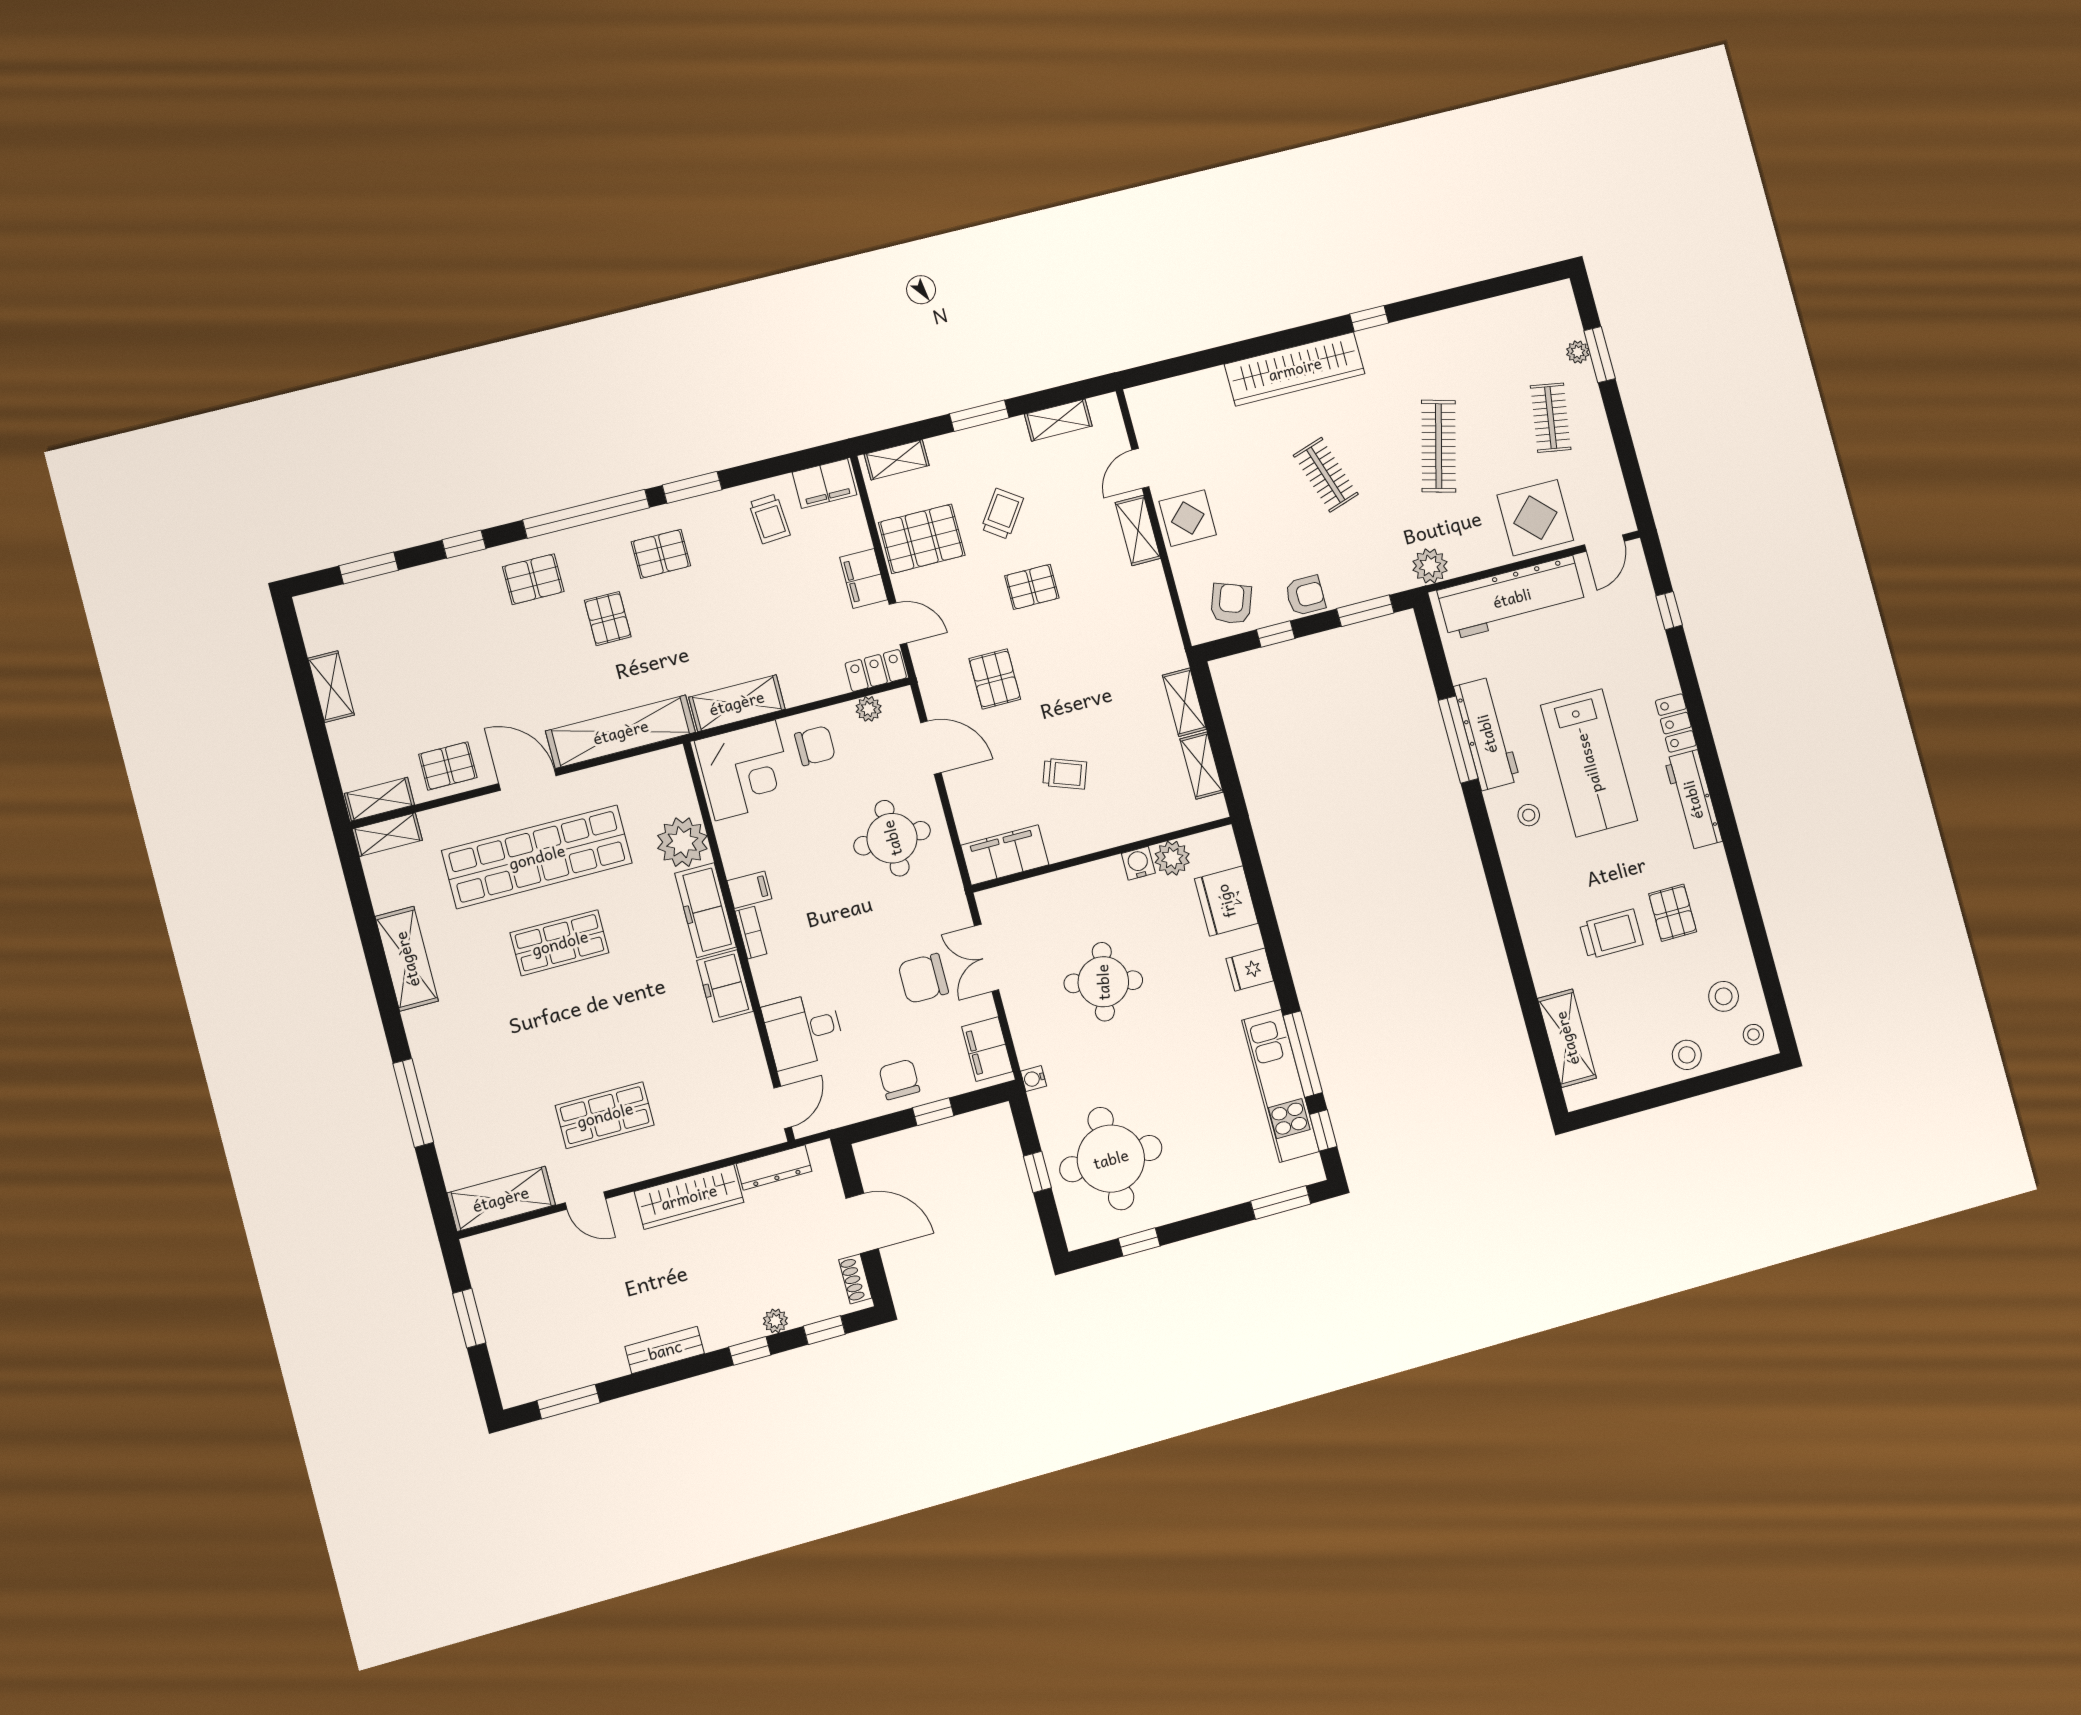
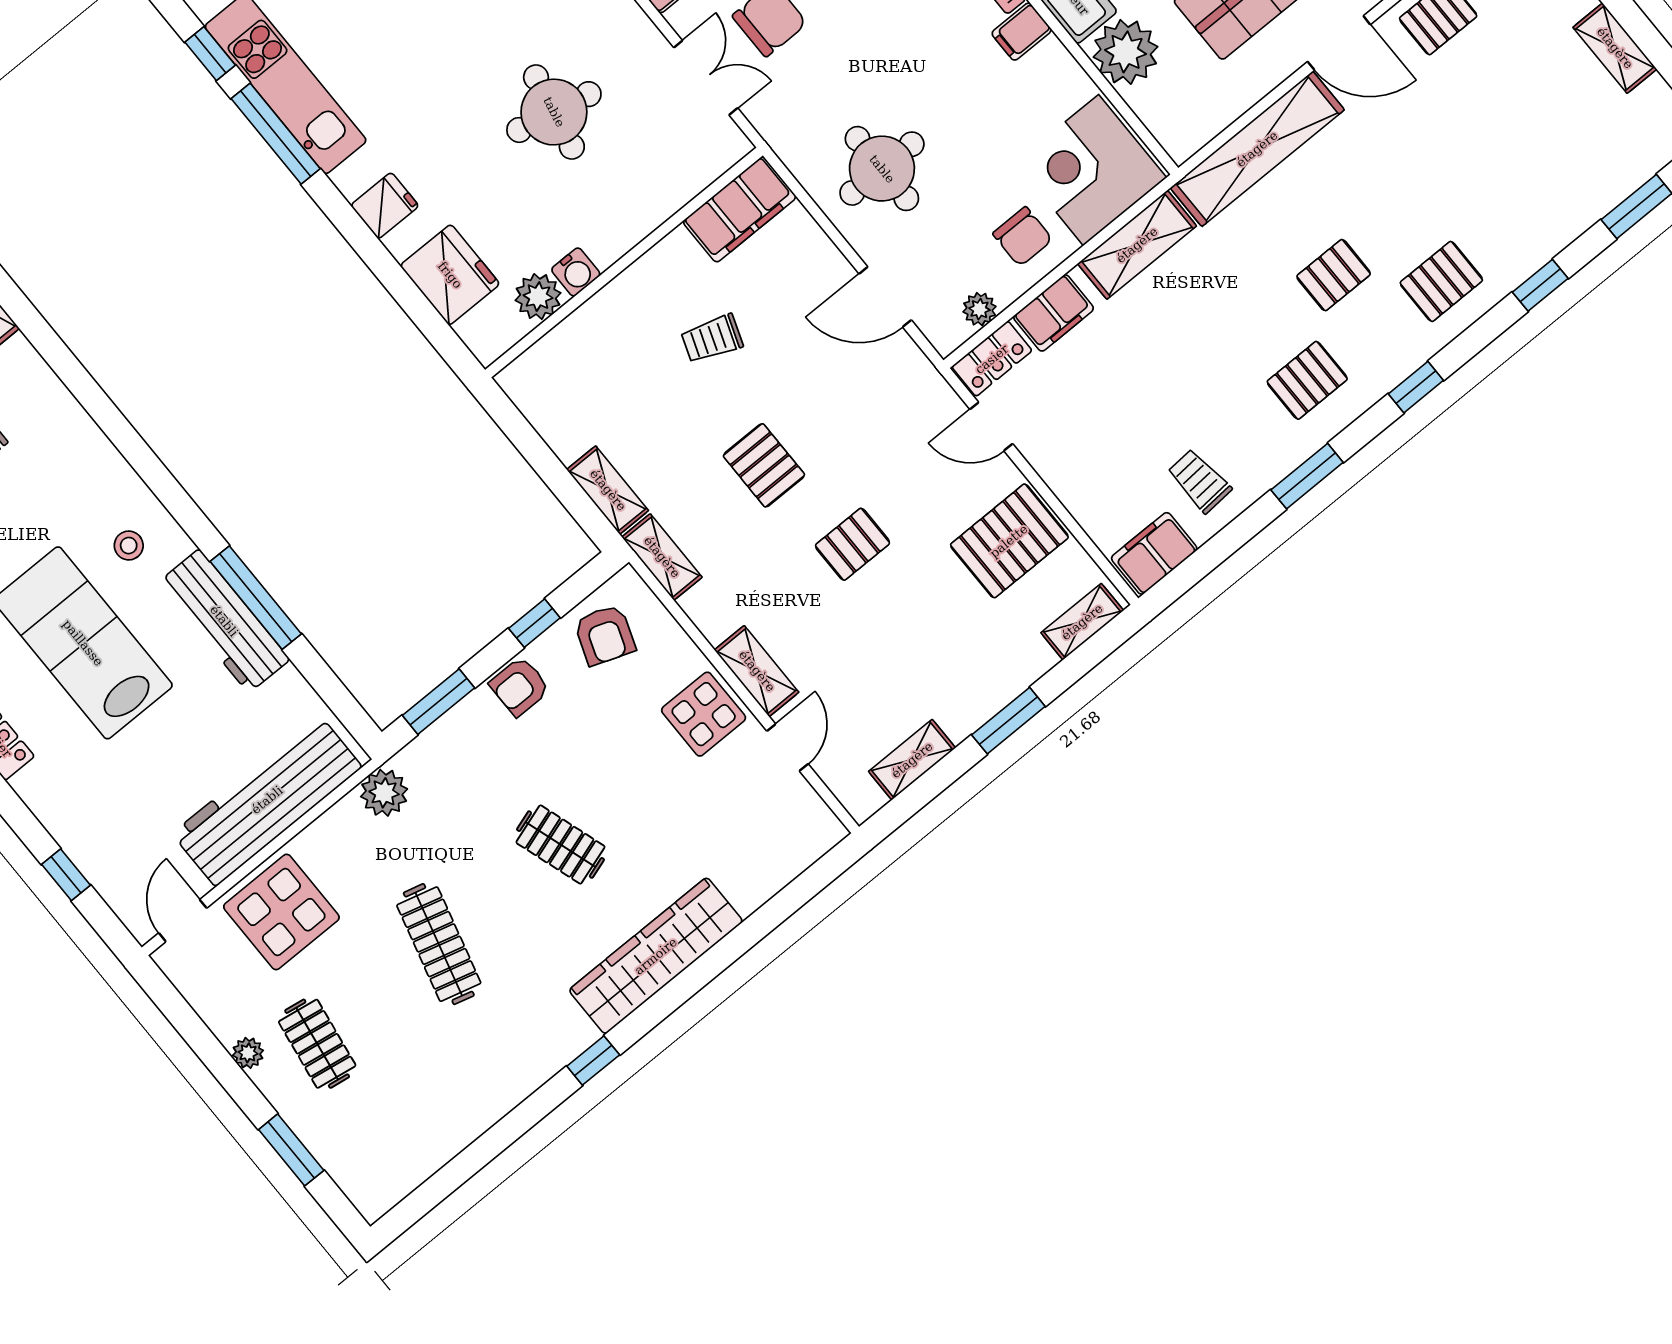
plant: (1578, 352) -> (248, 1053), moved
window: (586, 514) -> (1416, 387), width x0.32
trolley: (1002, 514) -> (928, 616), removed
filing cabinet: (864, 579) -> (1054, 313), moved, turned 90
pallet: (608, 619) -> (1334, 275), turned 90
pallet: (995, 679) -> (764, 465), moved
chair: (815, 746) -> (1023, 237), turned -90
shelving: (1202, 766) -> (662, 557), moved

